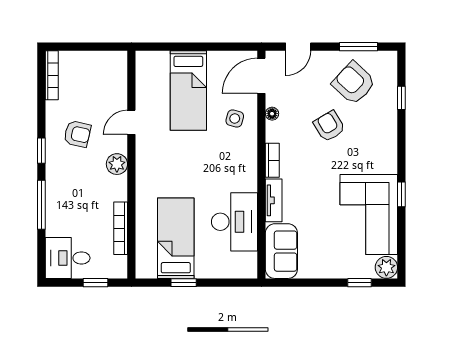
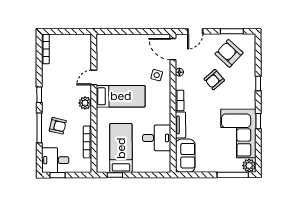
door: (261, 76) -> (173, 49), hinge flipped
bed: (188, 91) -> (121, 96), moved, turned -90
window: (401, 98) -> (258, 83), moved
armchair: (329, 126) -> (214, 80), turned -100
armchair: (77, 134) -> (58, 126), moved
desk: (235, 222) -> (157, 138), width x0.73
window: (95, 283) -> (57, 175), moved
window: (184, 283) -> (115, 175), moved
window: (359, 283) -> (233, 175), width x2.17

